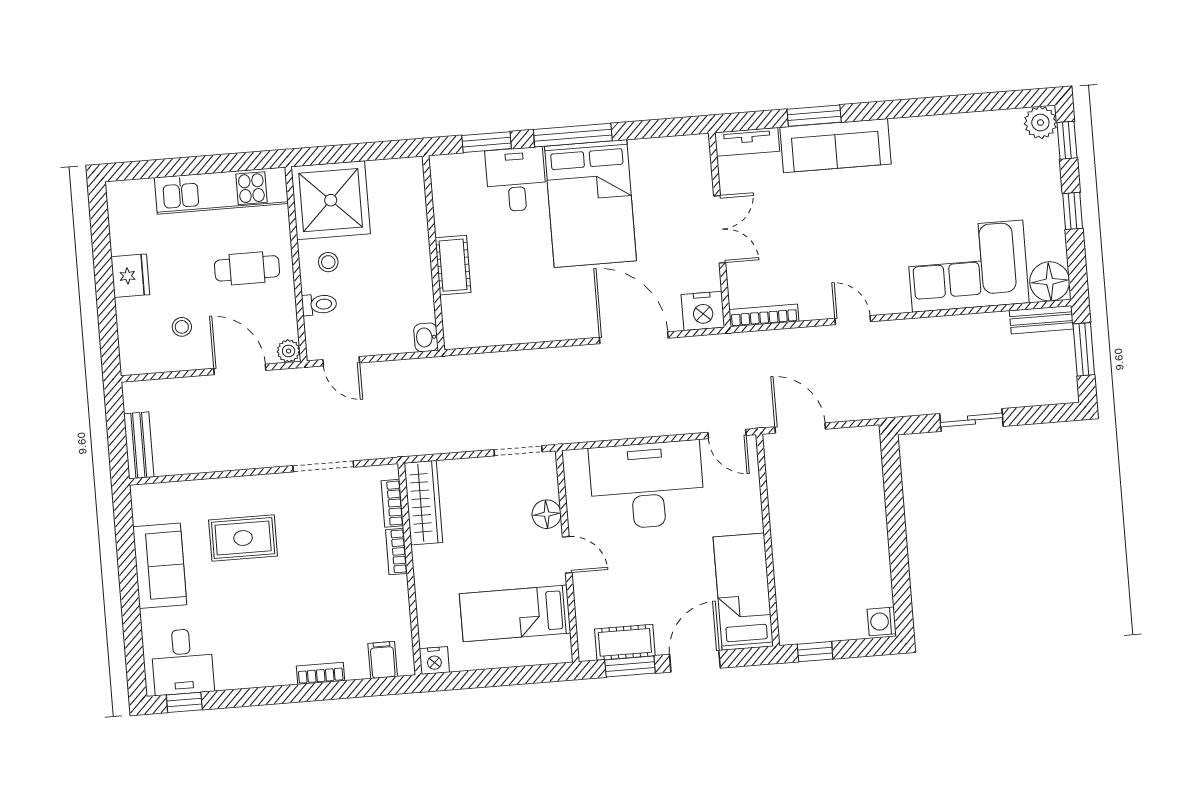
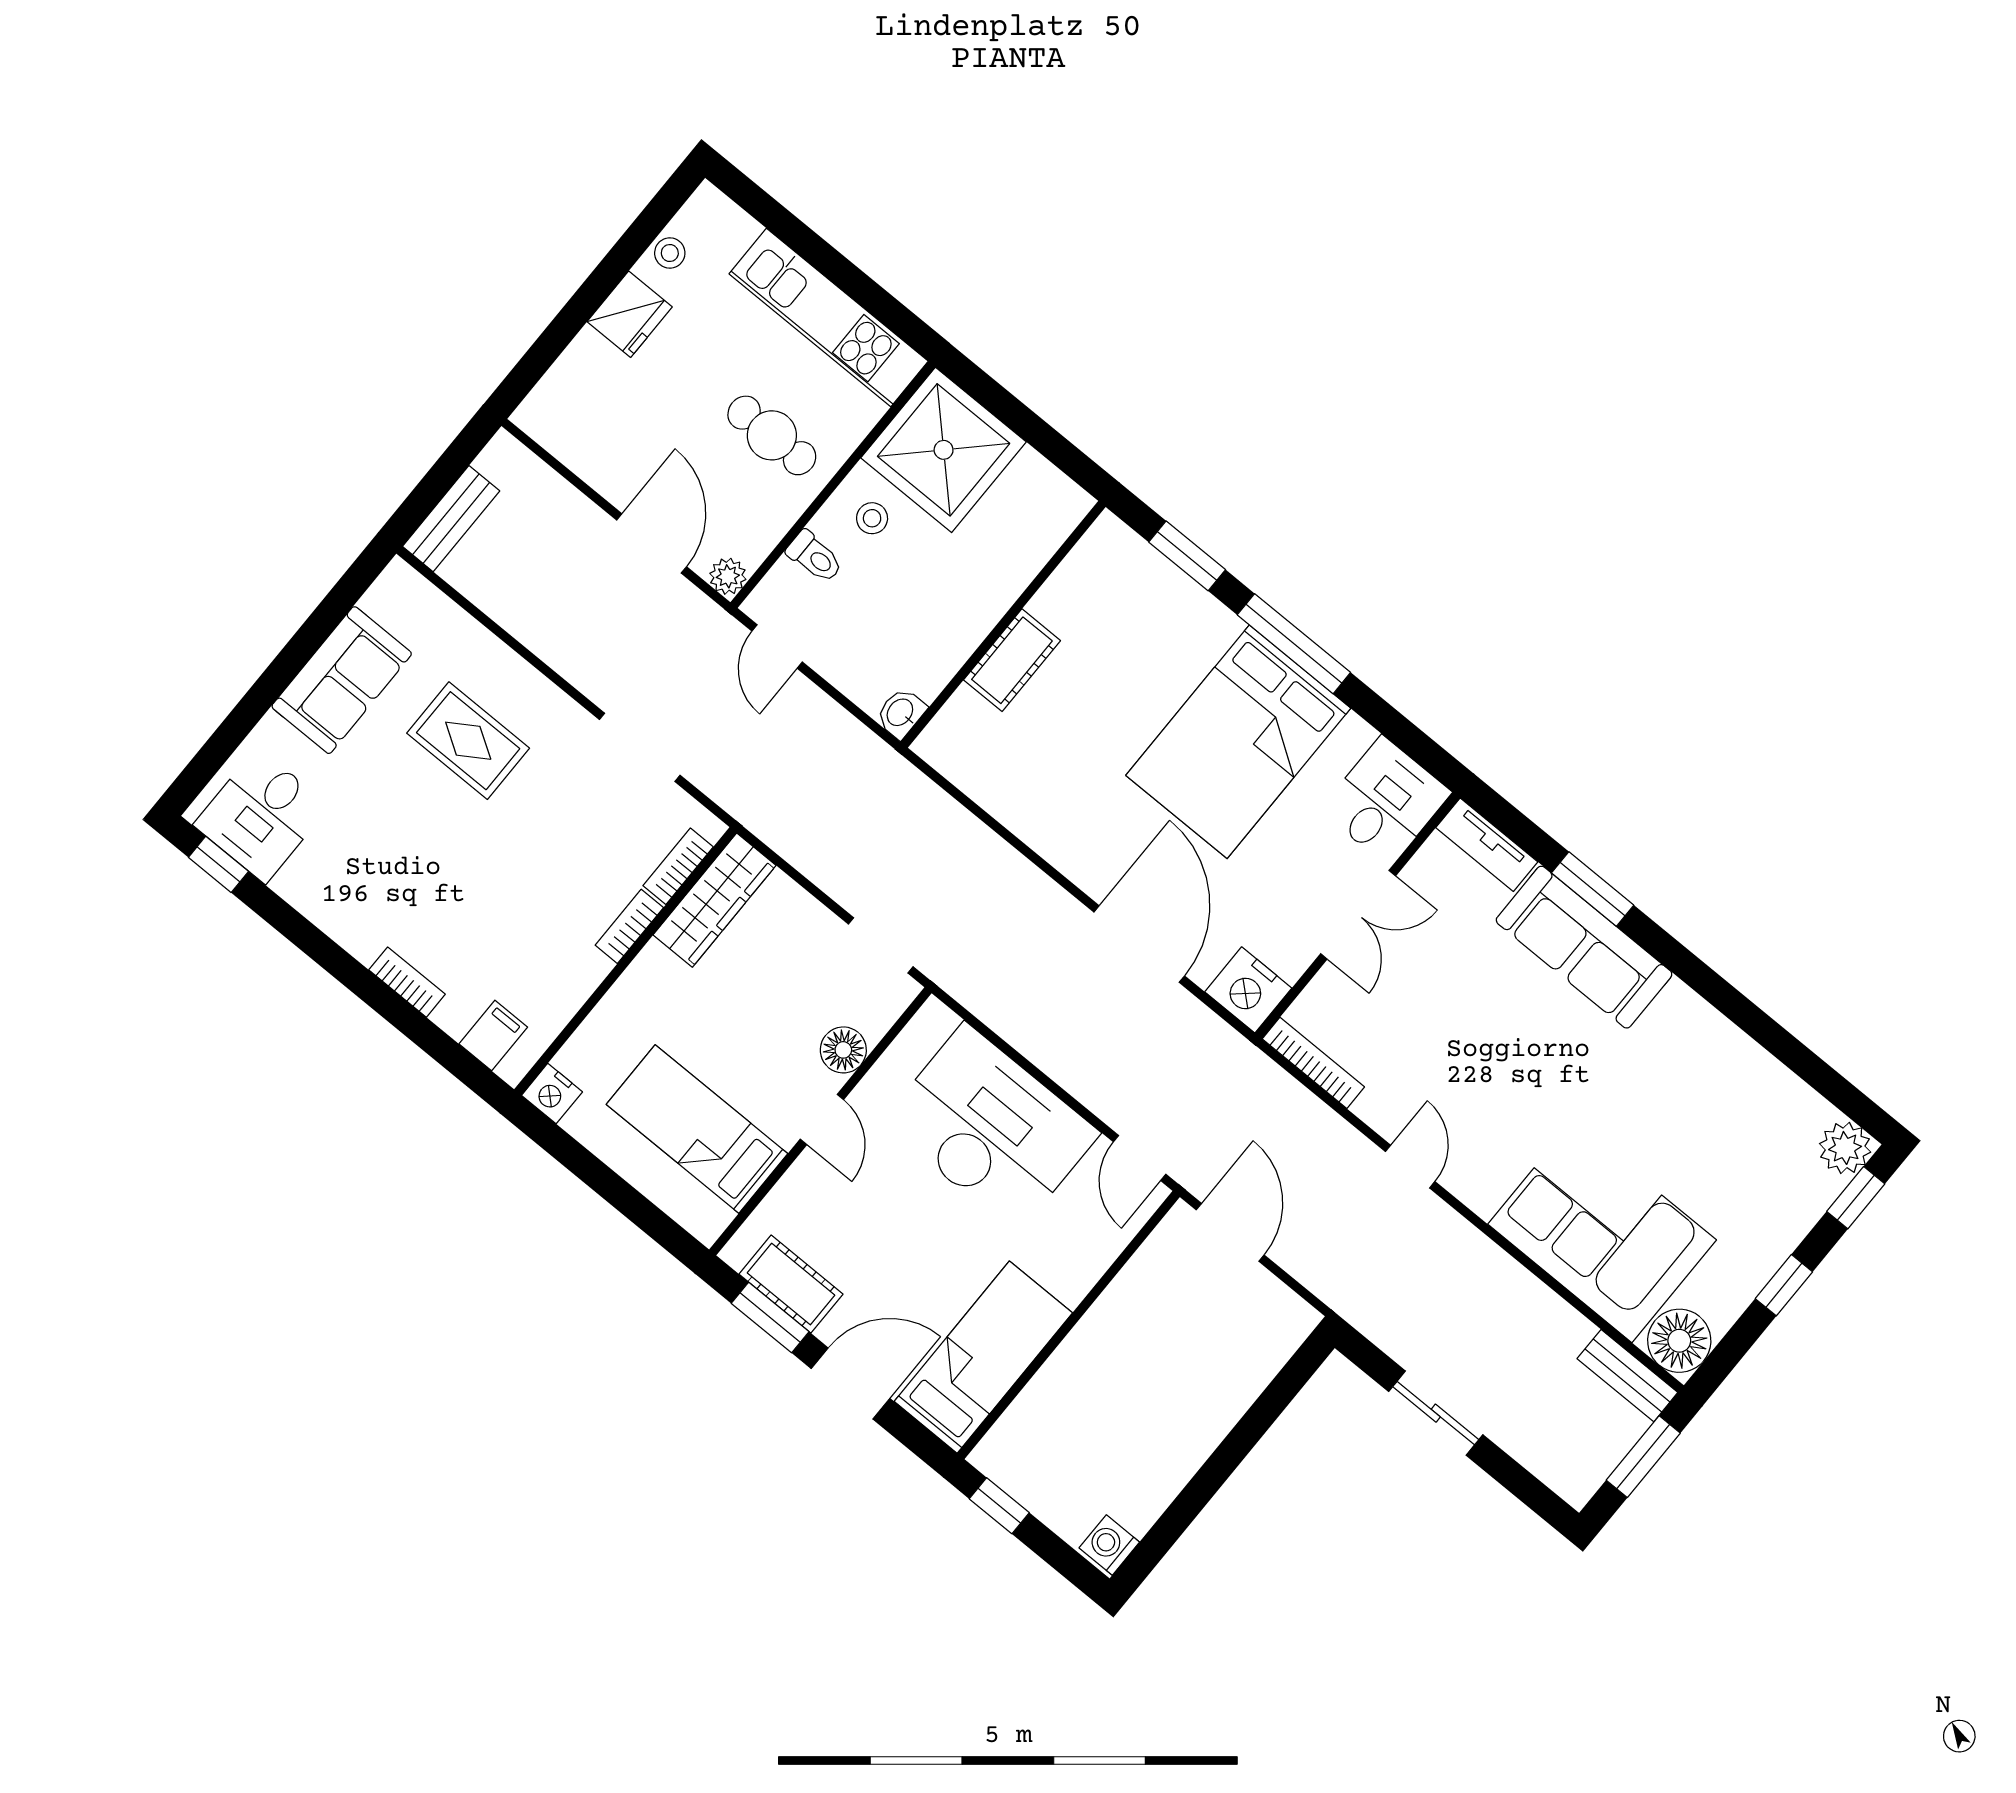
desk: (516, 180) -> (1386, 801), moved
stool: (182, 327) -> (670, 253), moved

